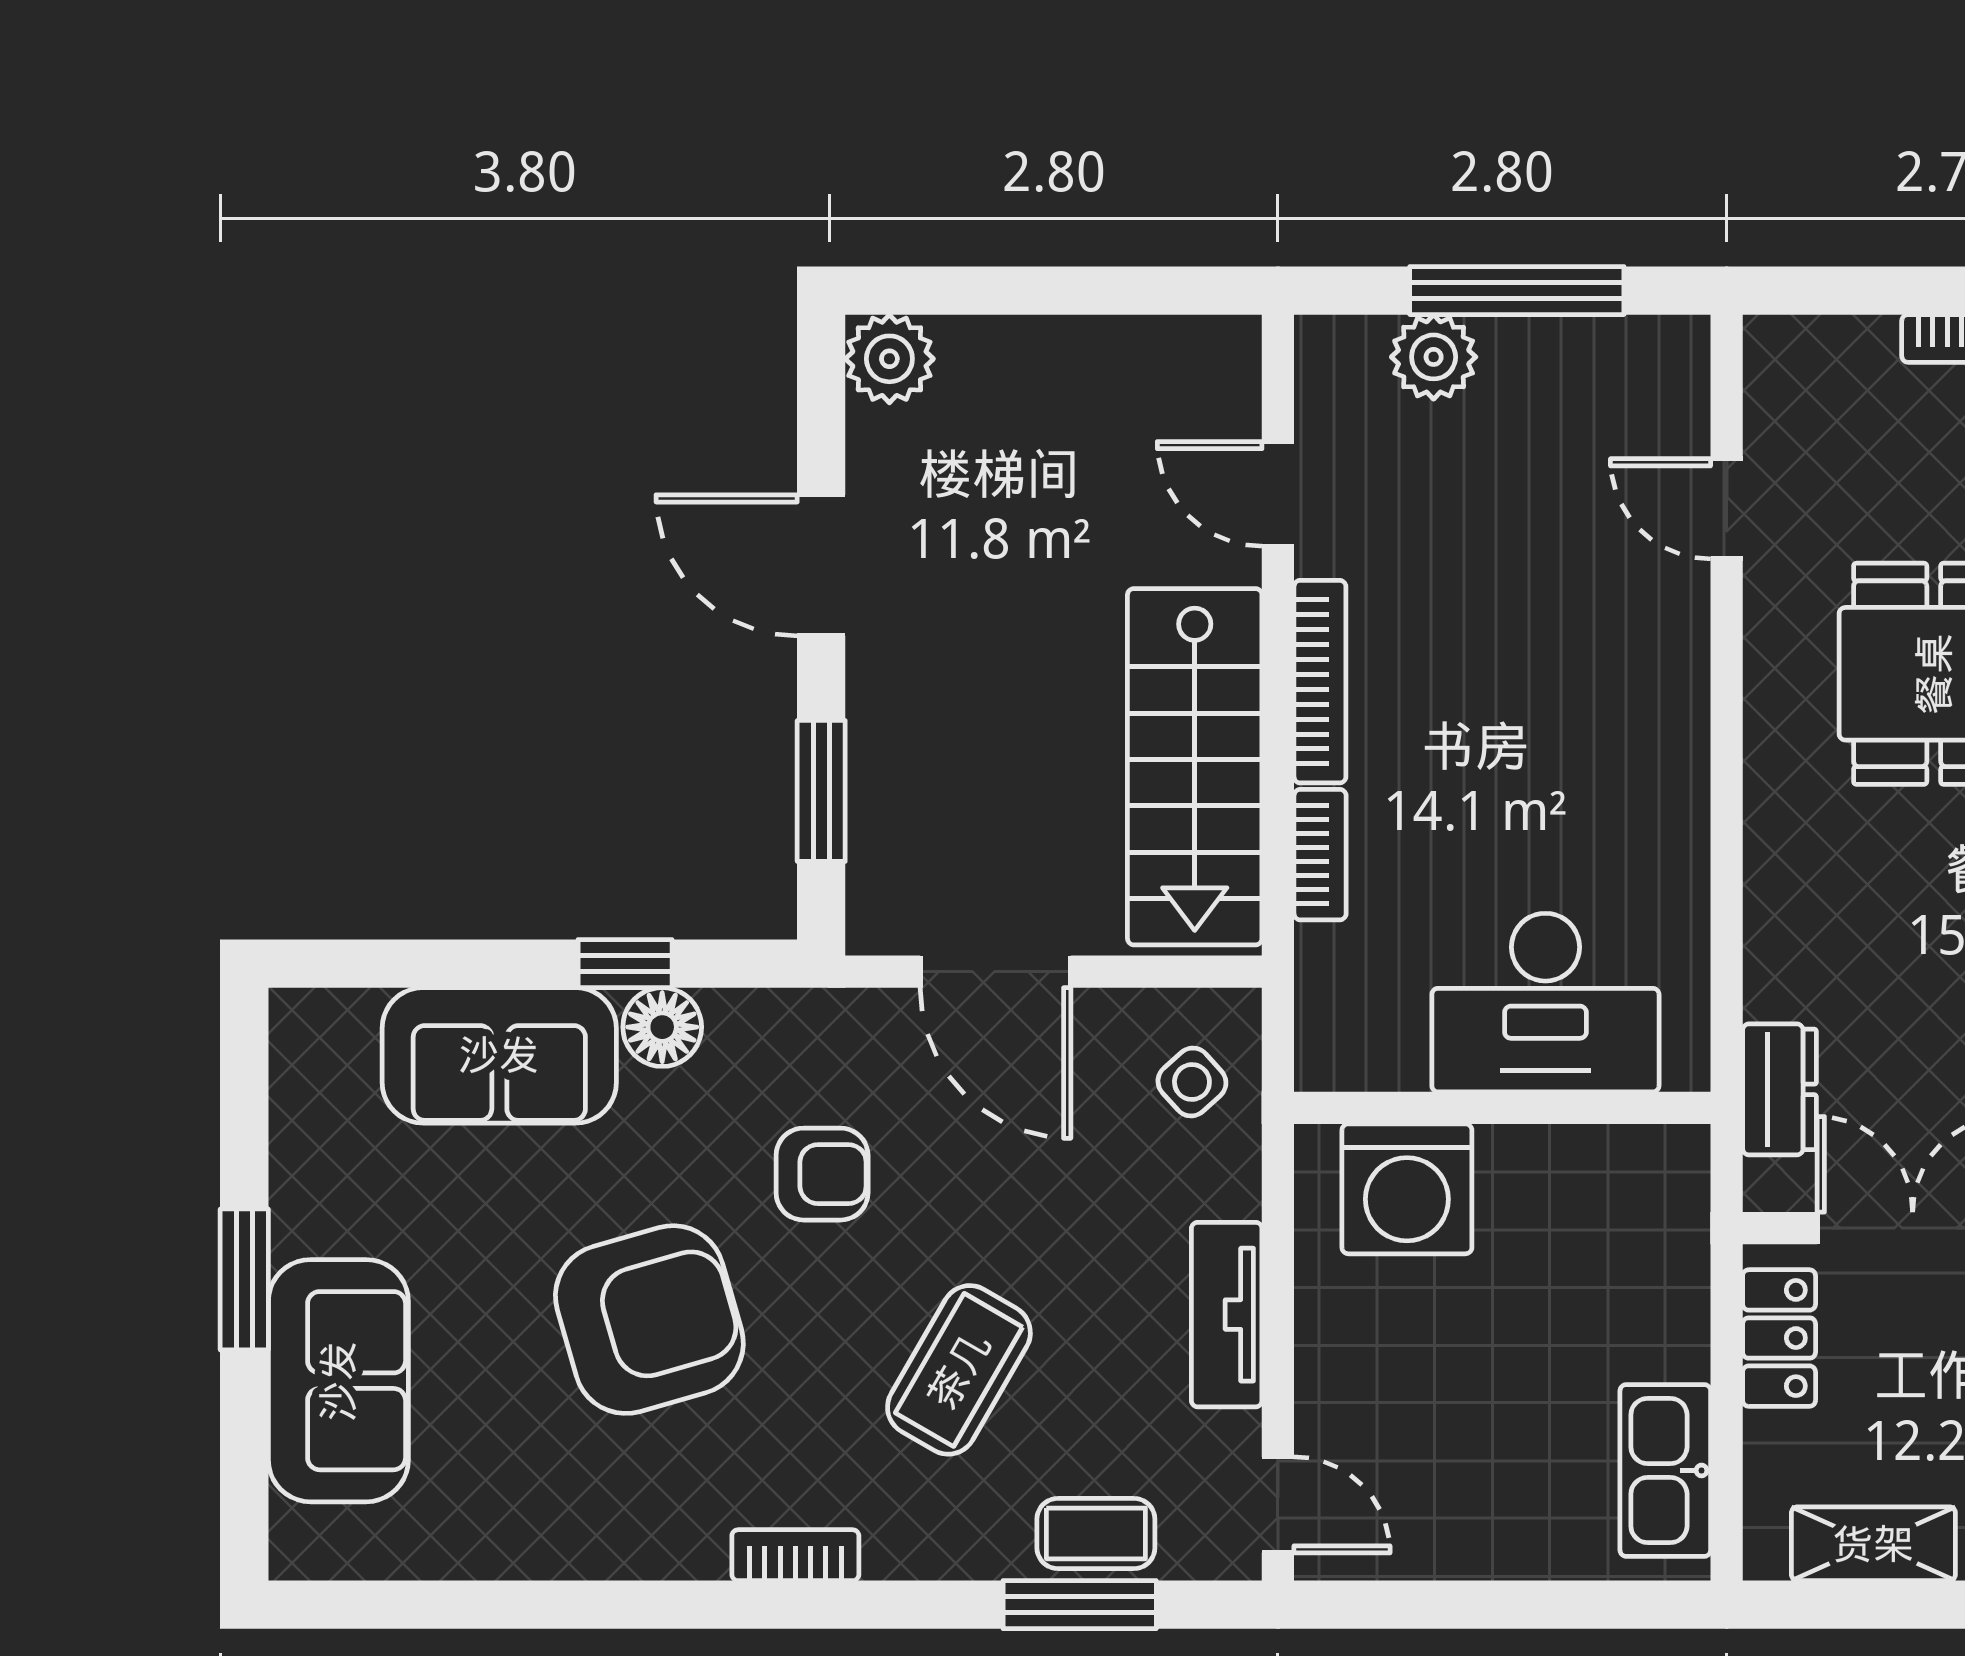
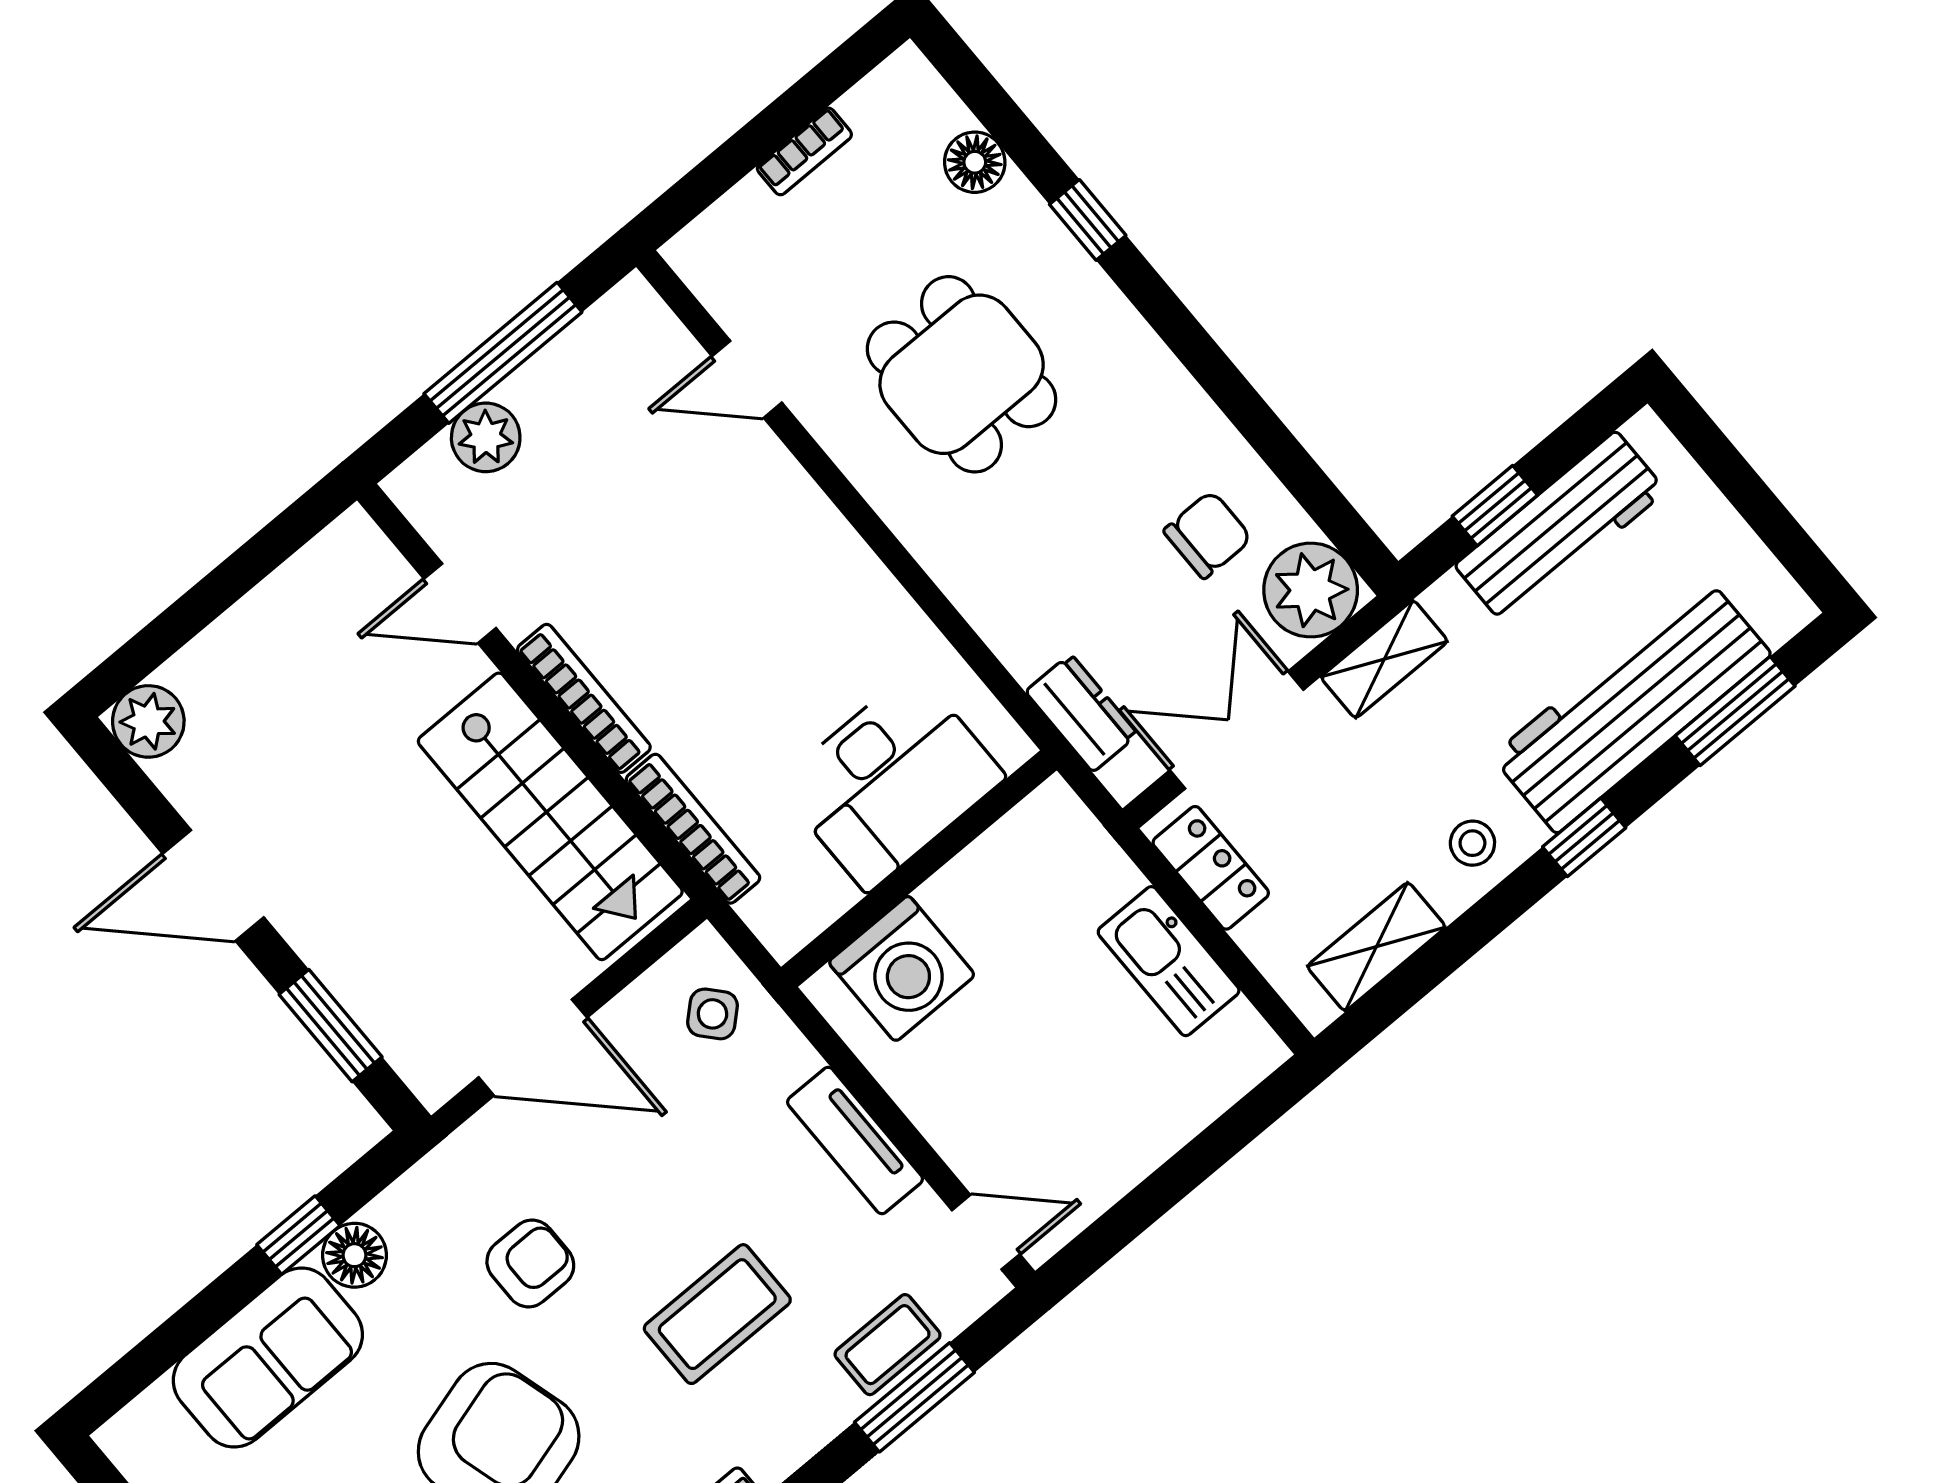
bookcase: (1320, 855) -> (693, 829), width x1.56
coffee table: (959, 1370) -> (717, 1314), turned 60
kitchen sink: (1665, 1470) -> (1169, 961), moved

